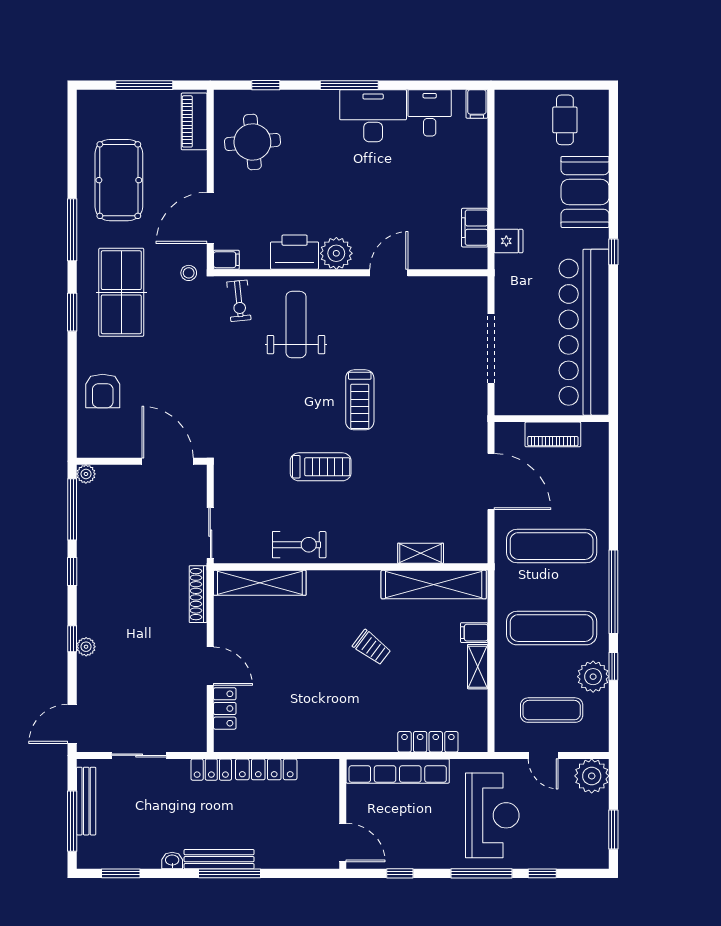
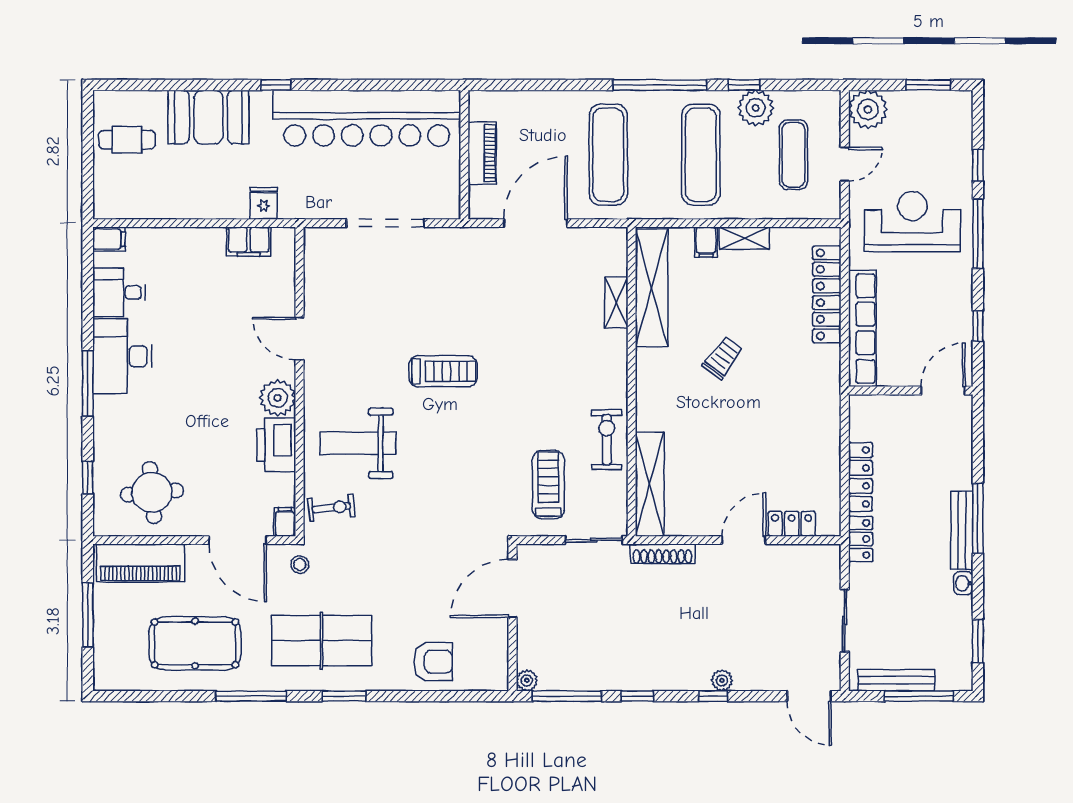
piano: (194, 121) -> (140, 563), width x1.37, depth x1.33
treadmill: (321, 467) -> (548, 485), moved
locker: (428, 742) -> (827, 294), width x1.41, depth x1.21

